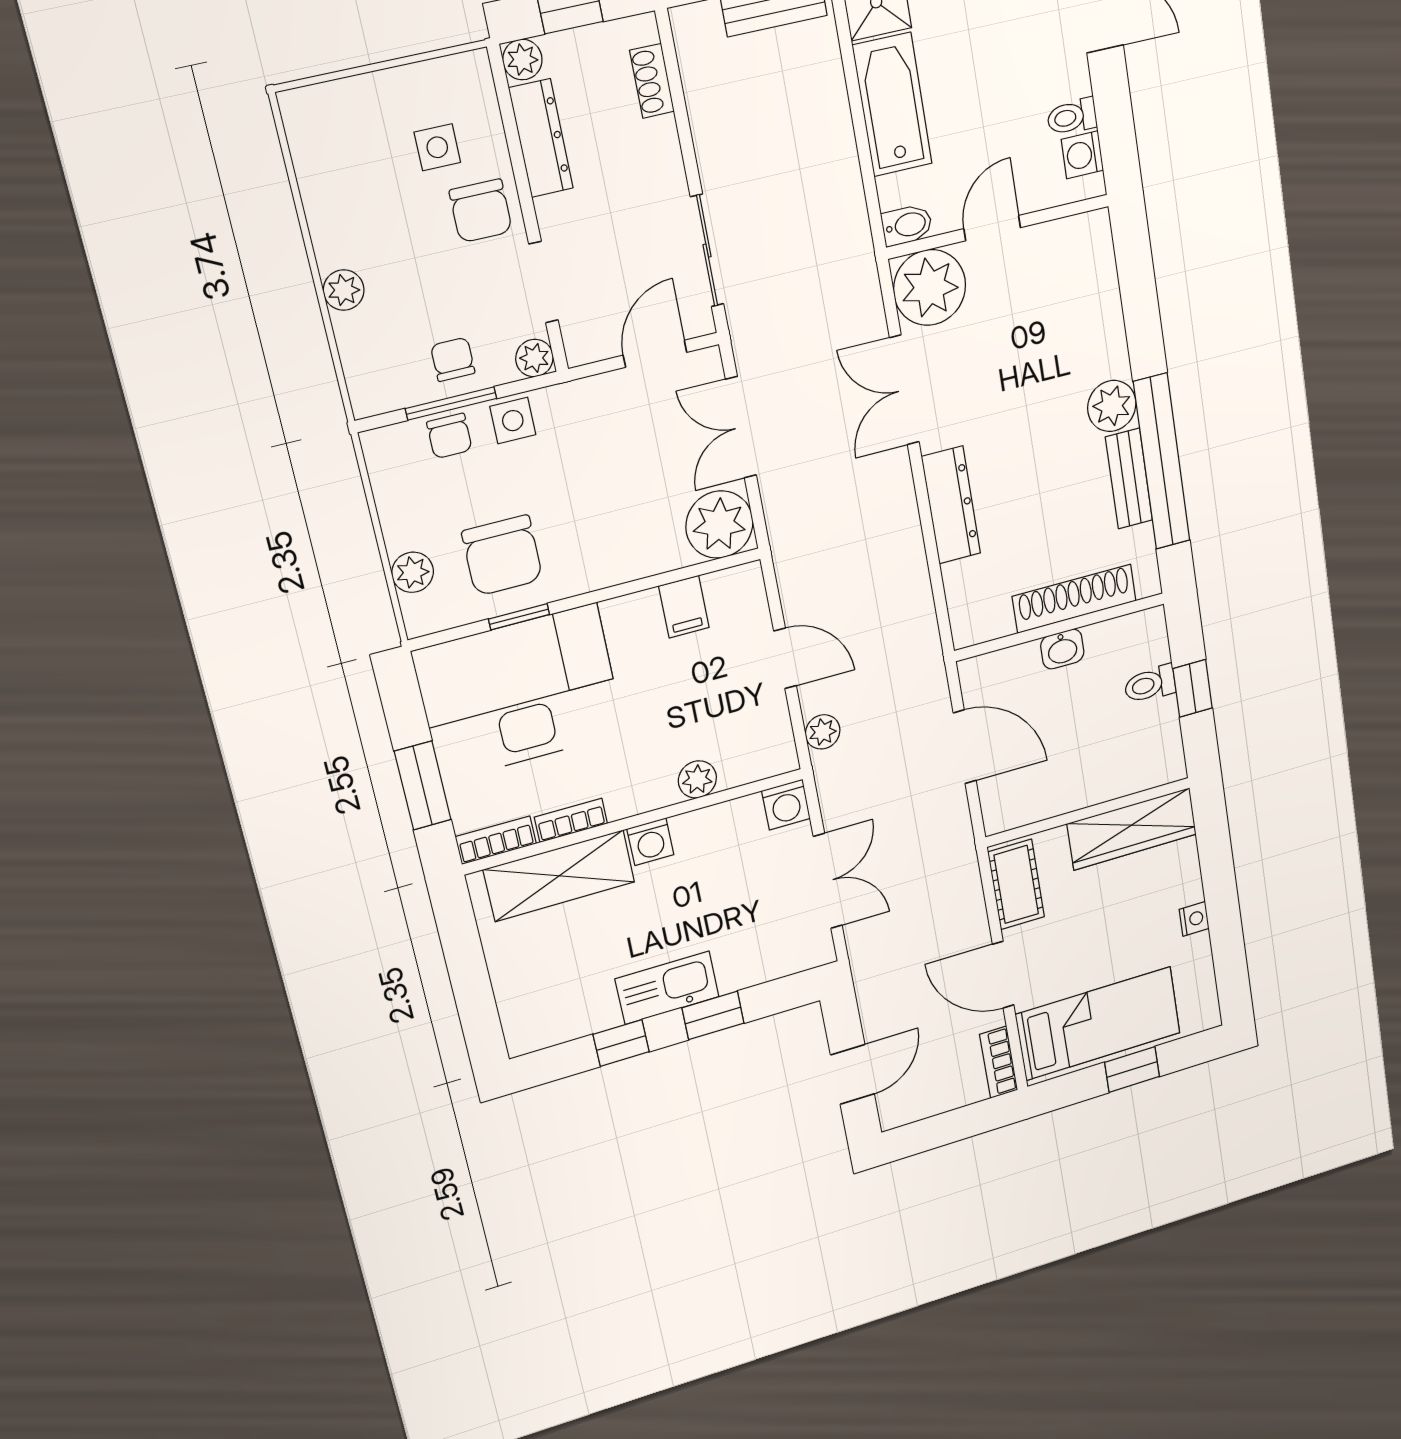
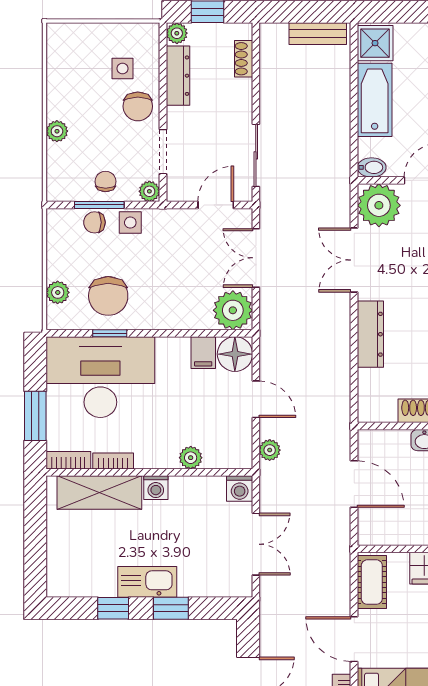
chair: (449, 436) -> (94, 222), turned 90
floor lamp: (737, 595) -> (235, 354), added

